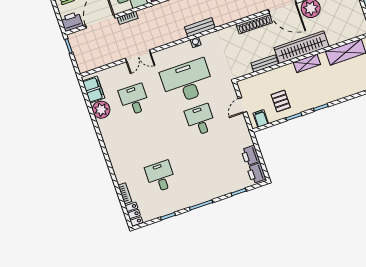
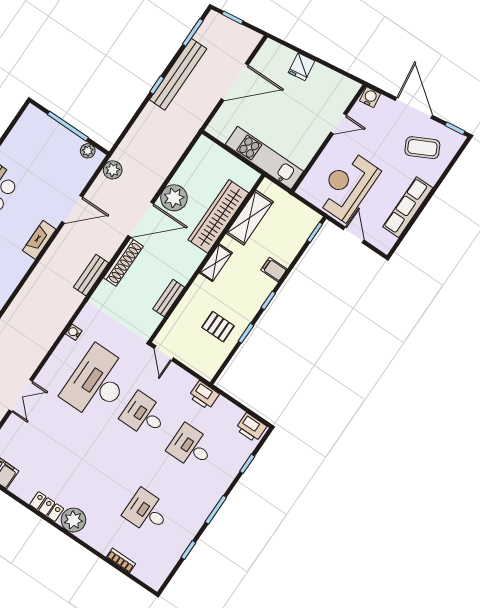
bench: (200, 27) -> (91, 275), moved
wardrobe: (302, 47) -> (218, 216), moved
desk: (134, 100) -> (191, 447), moved
door: (242, 105) -> (164, 353), moved
plant: (101, 110) -> (73, 520), moved
filing cabinet: (261, 118) -> (274, 270), moved
printer: (250, 155) -> (204, 395), moved
locker: (134, 214) -> (47, 507), moved

